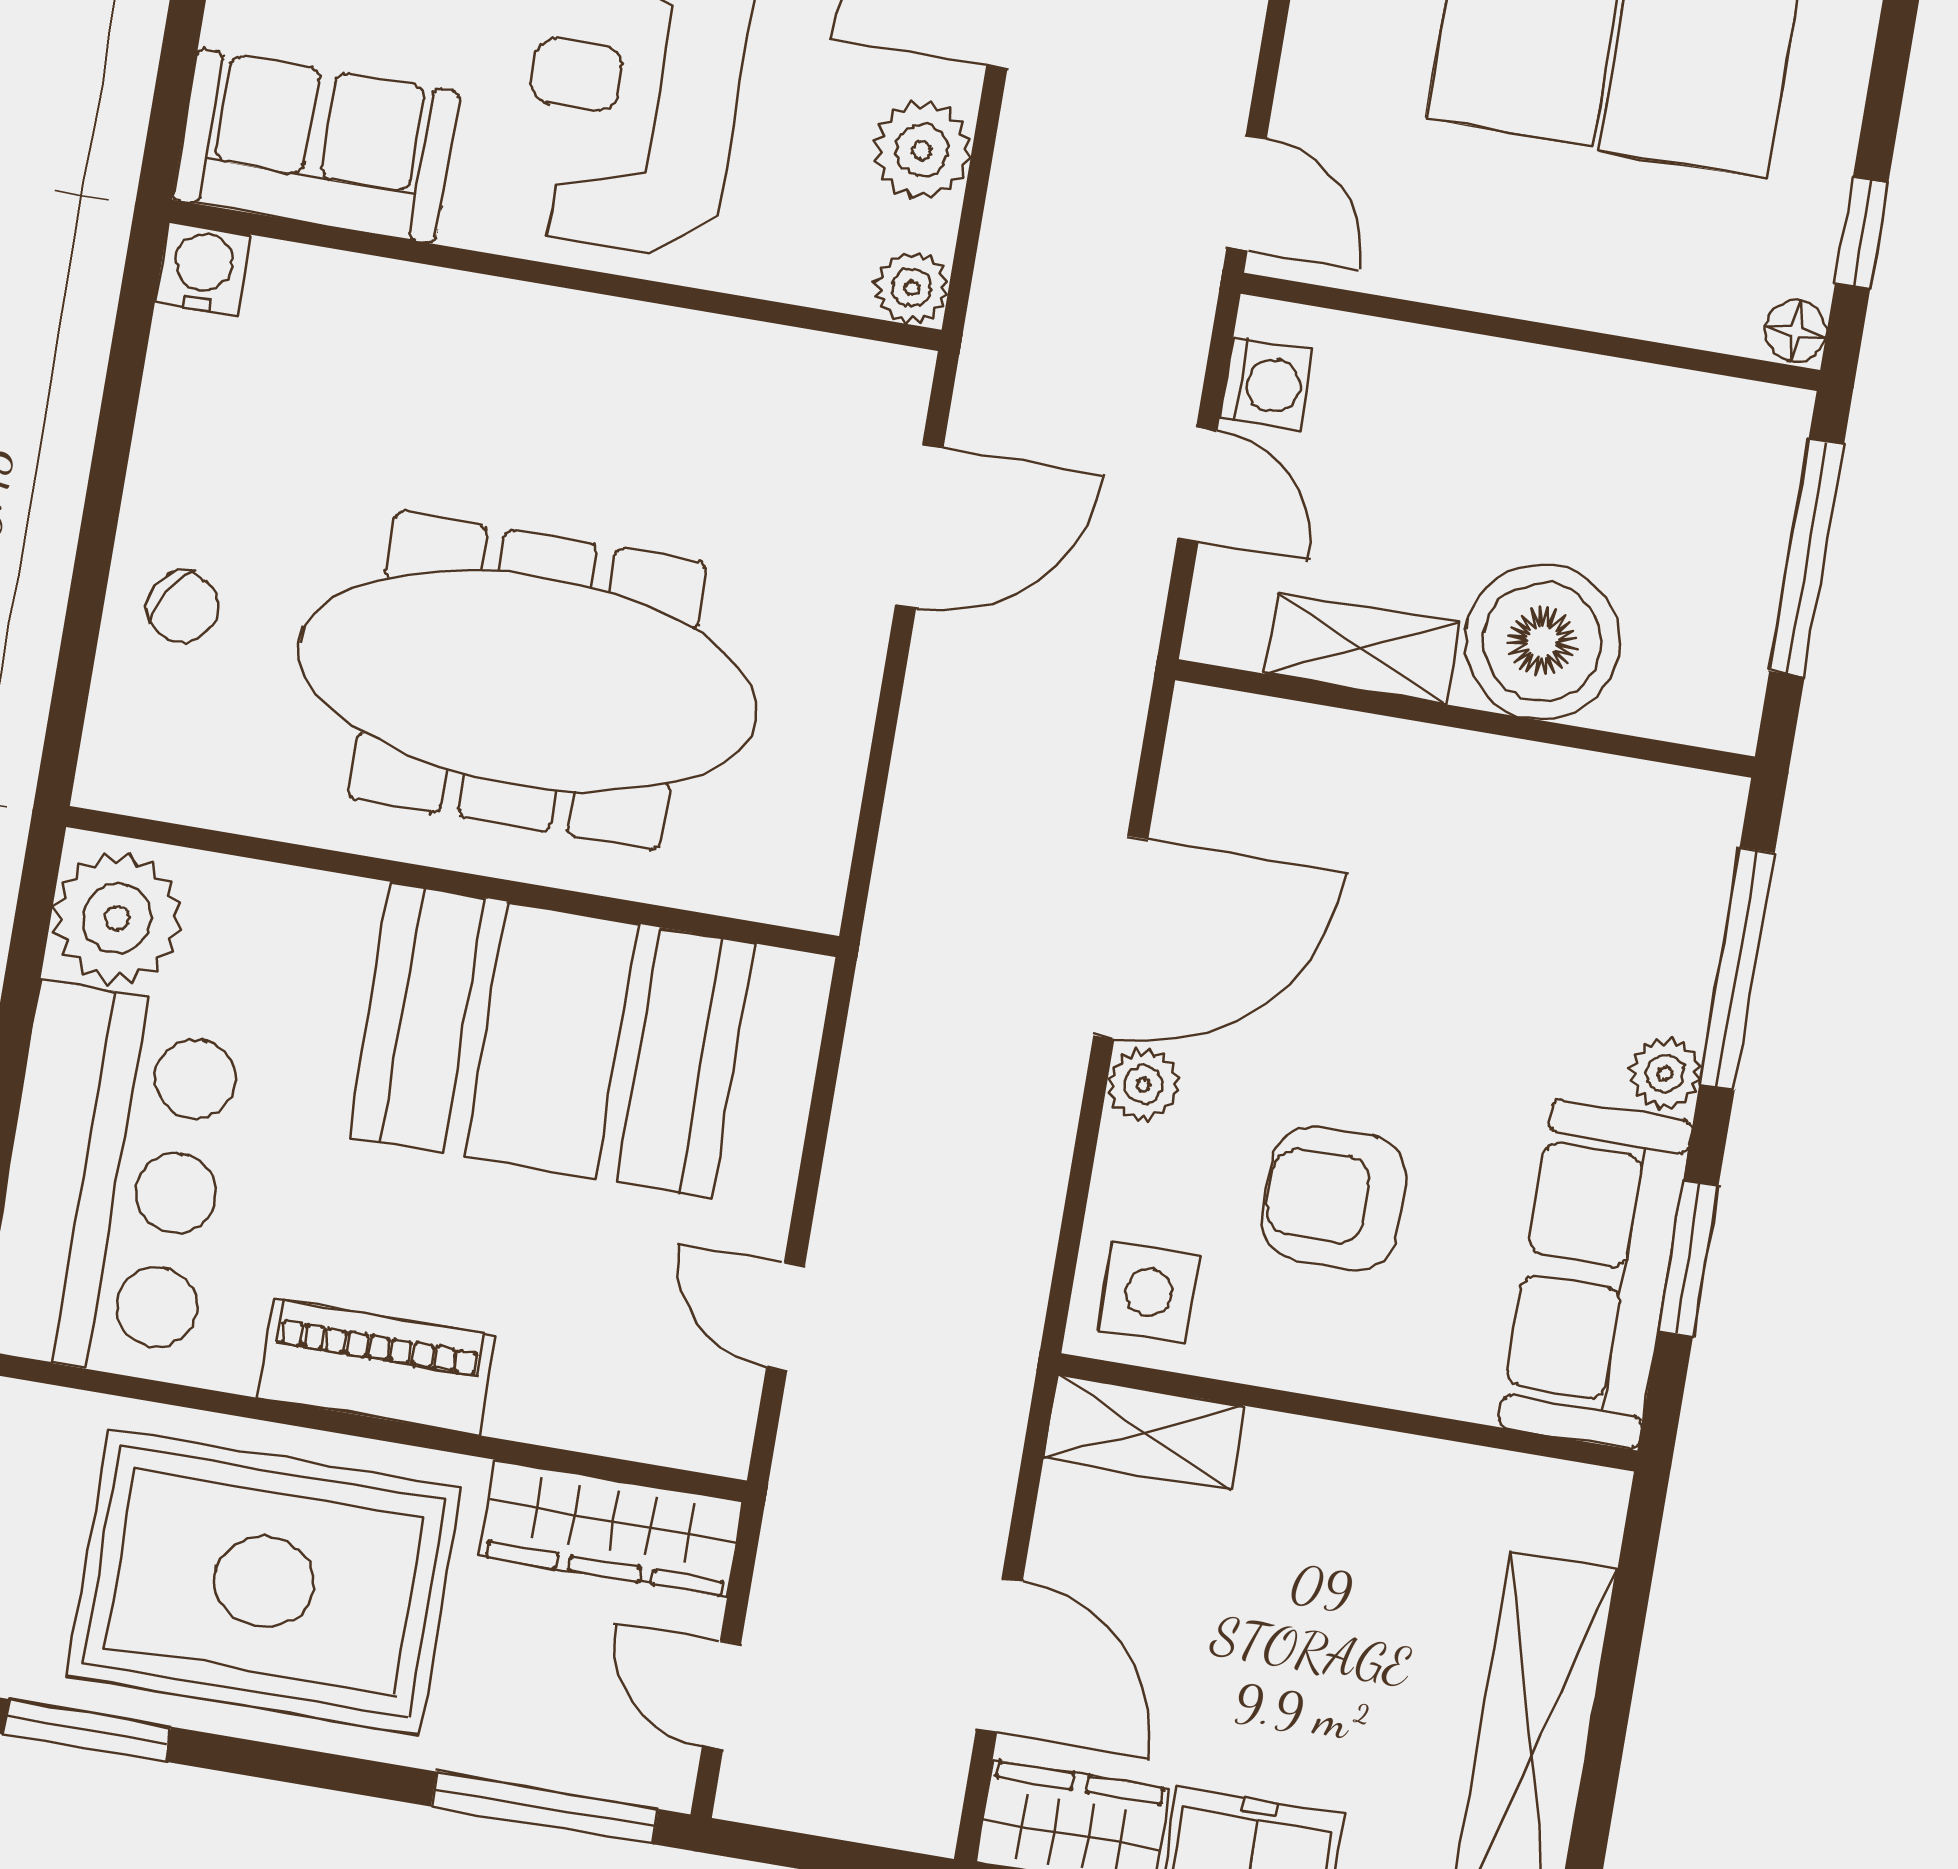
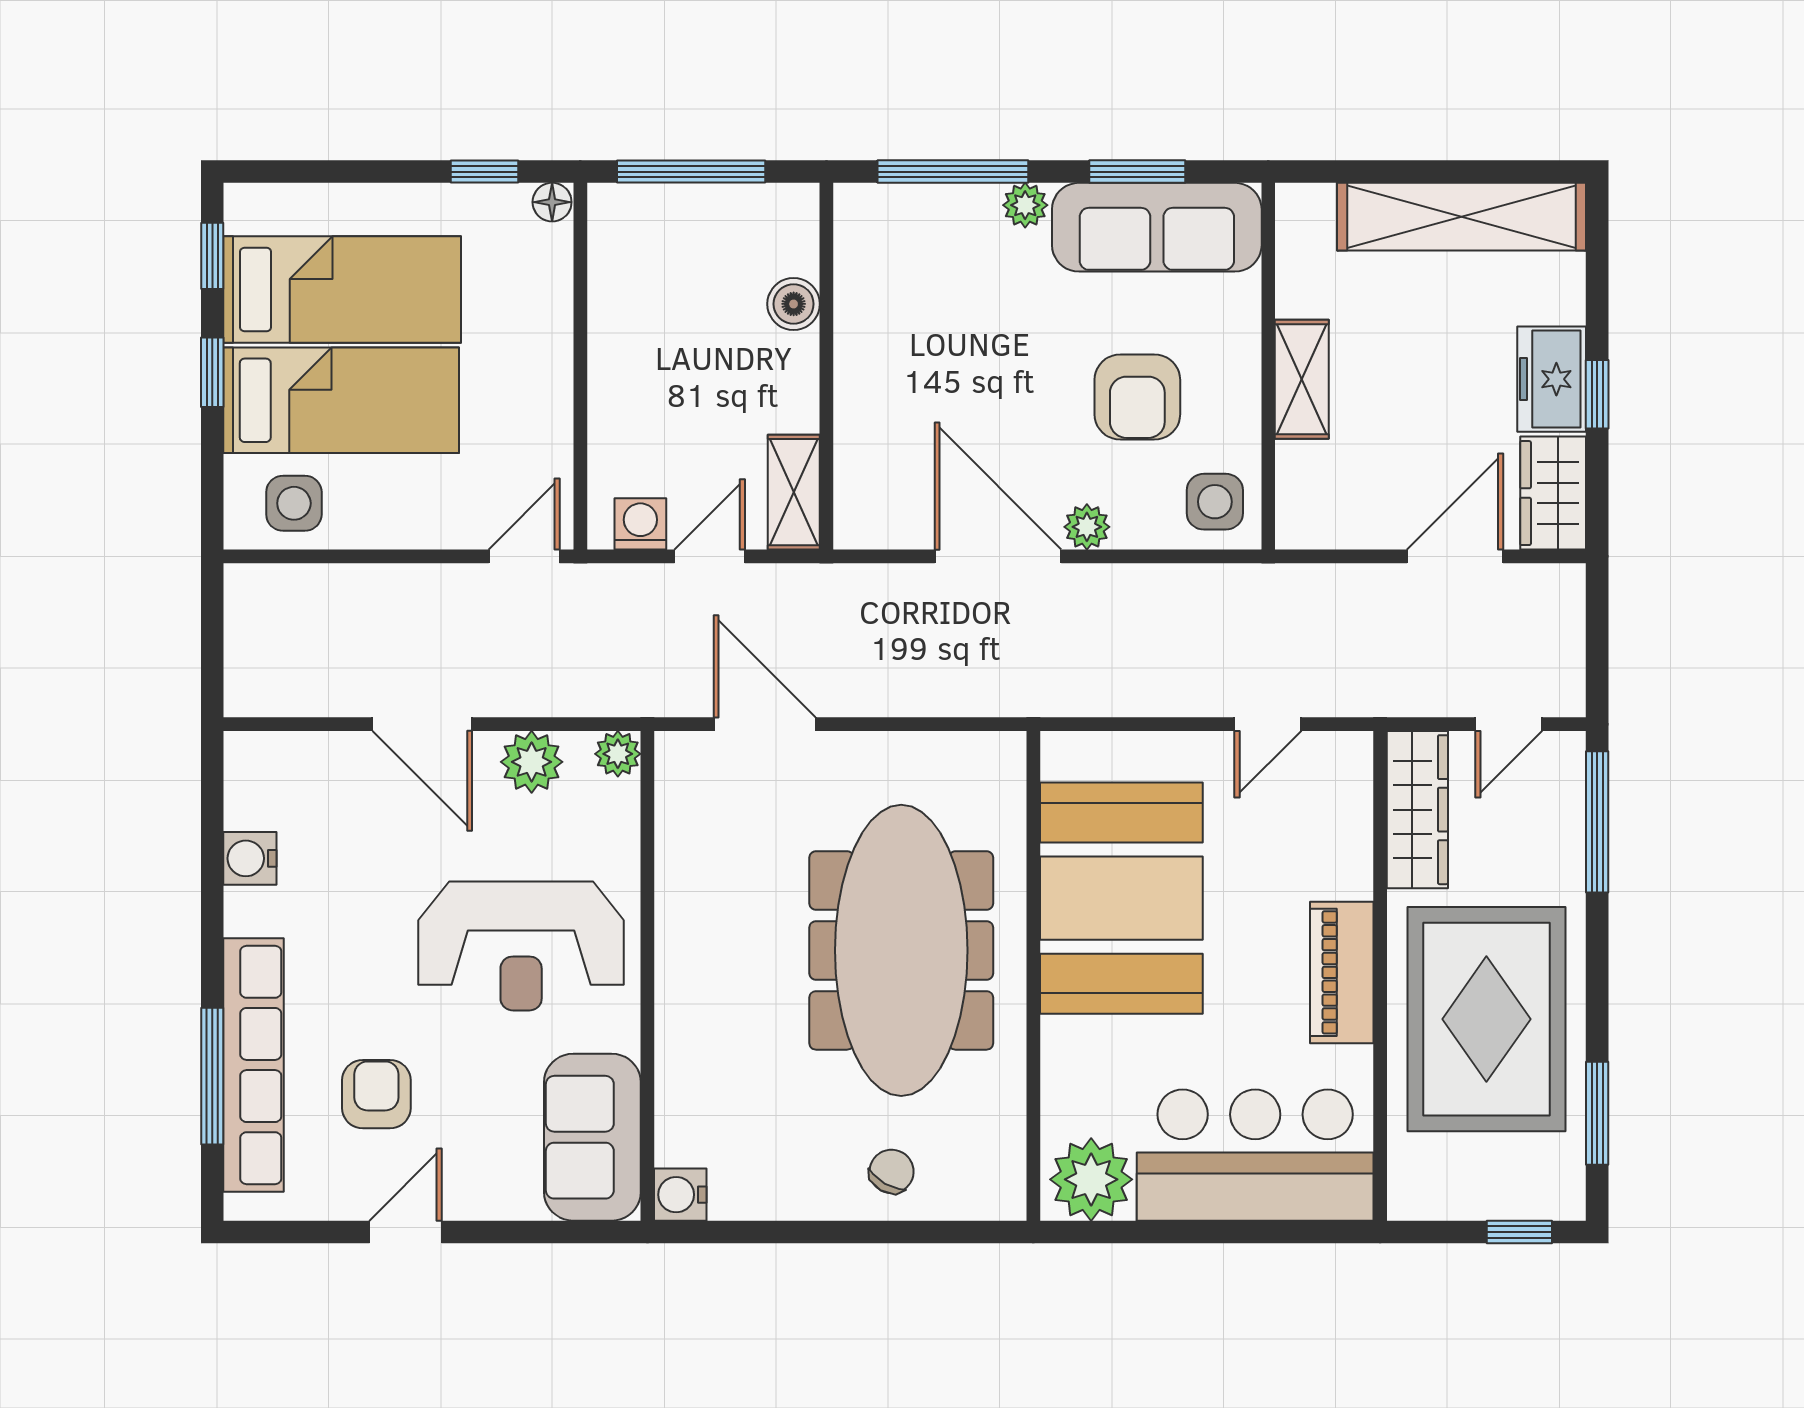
boiler: (1542, 642) -> (794, 304), width x0.54, depth x0.54
shelving: (1362, 648) -> (794, 492), moved
shelving: (1144, 1432) -> (1302, 379), moved

